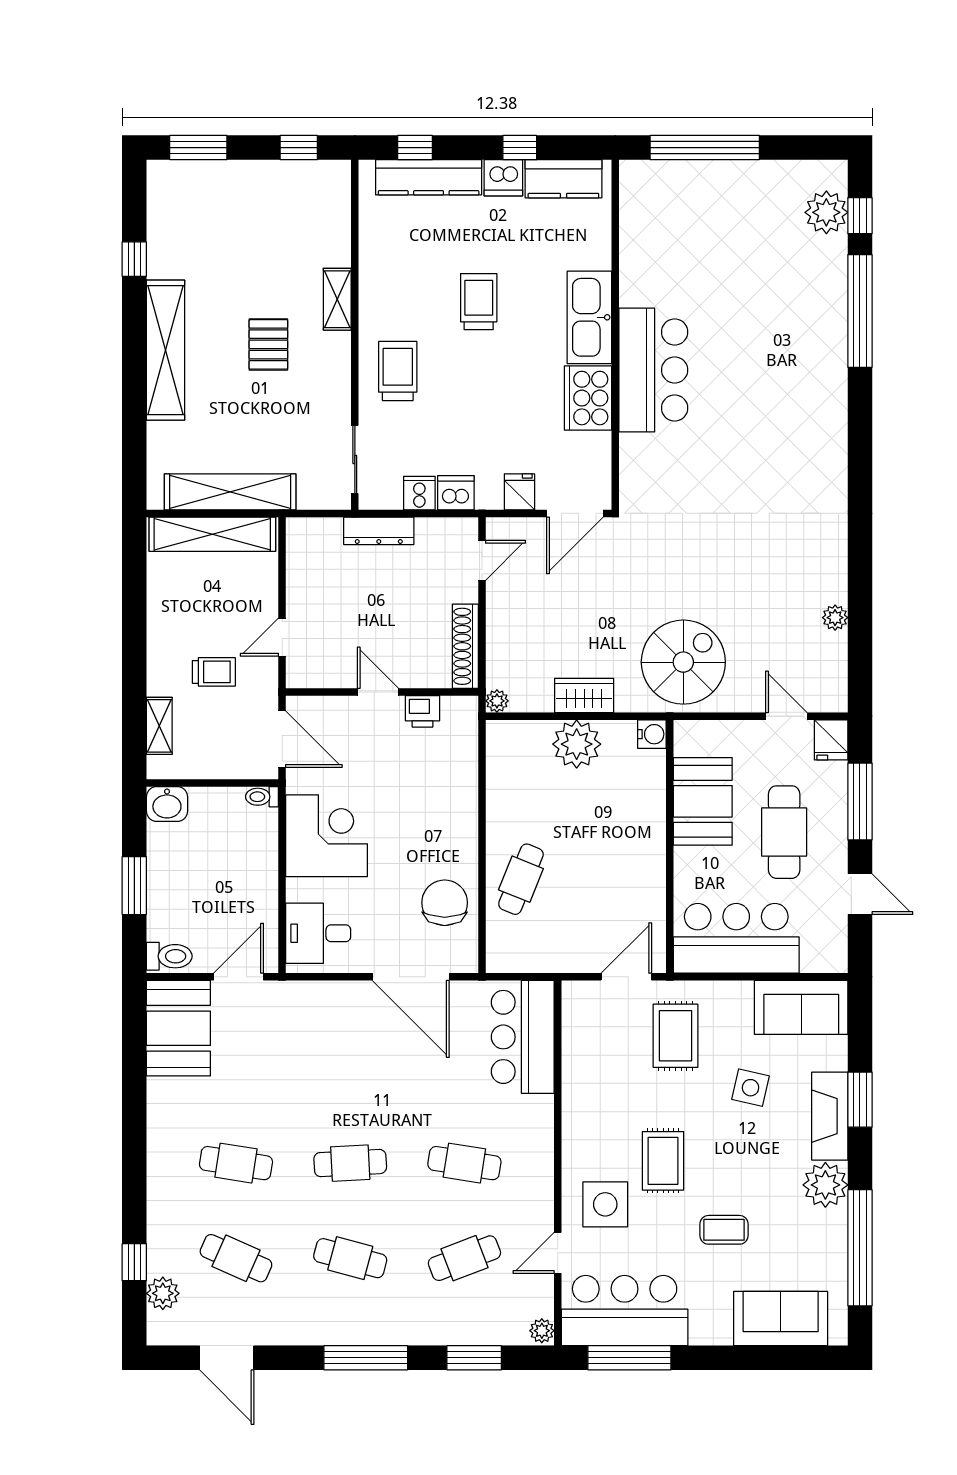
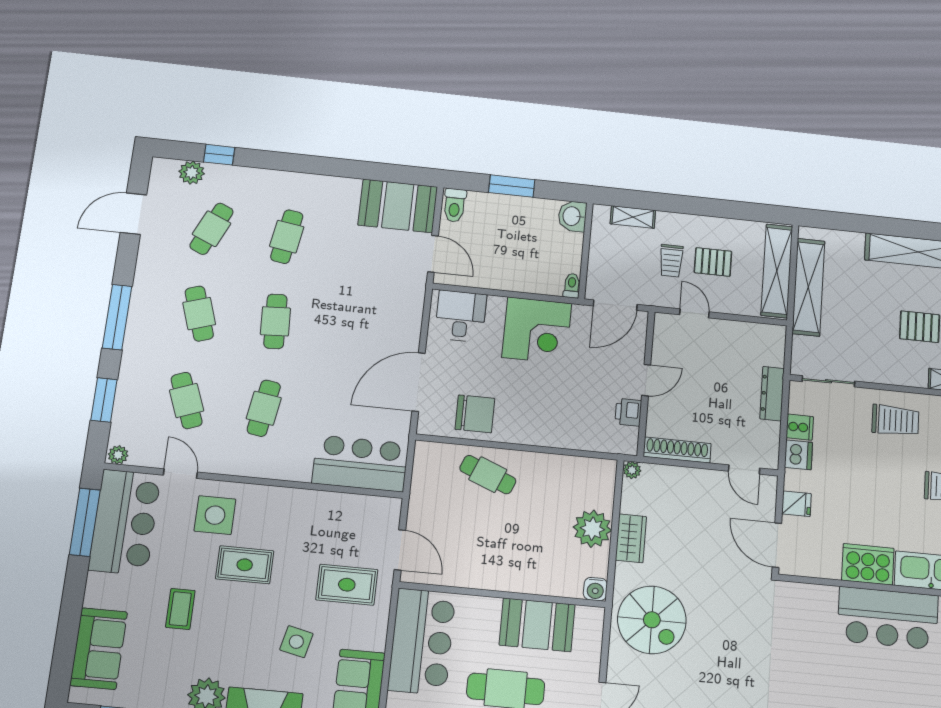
pallet: (209, 618) -> (713, 262), added
cafe table: (350, 1258) -> (199, 314), turned -33

